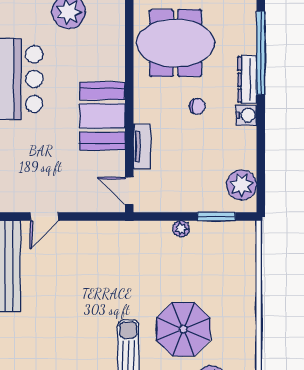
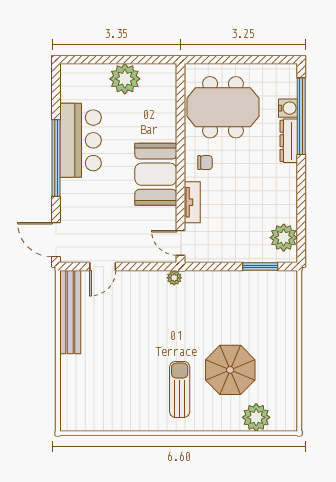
chair: (197, 106) -> (205, 163), moved
water cooler: (246, 115) -> (288, 108), moved
plant: (181, 229) -> (174, 278), moved

